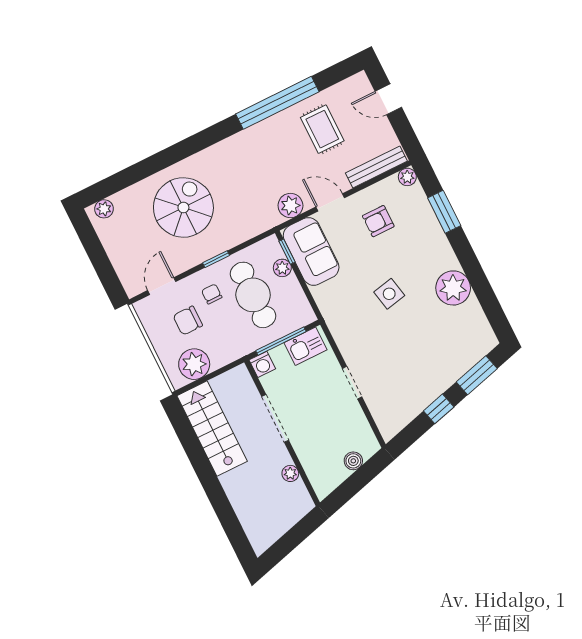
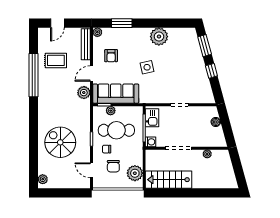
sofa: (311, 251) -> (116, 94), width x1.36

